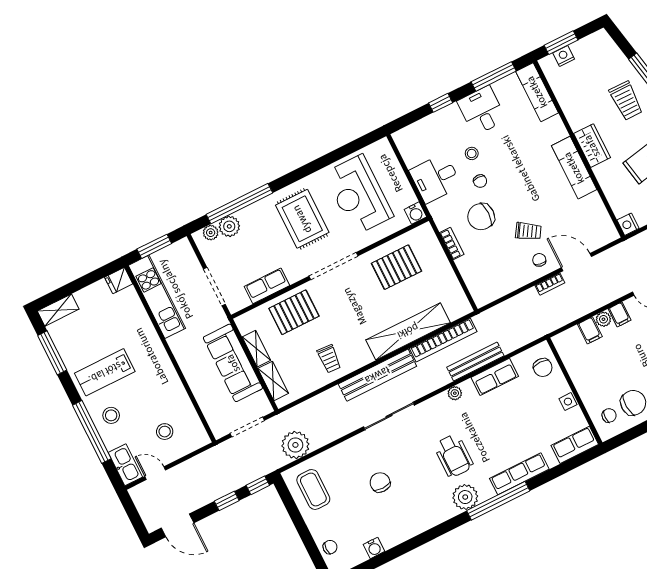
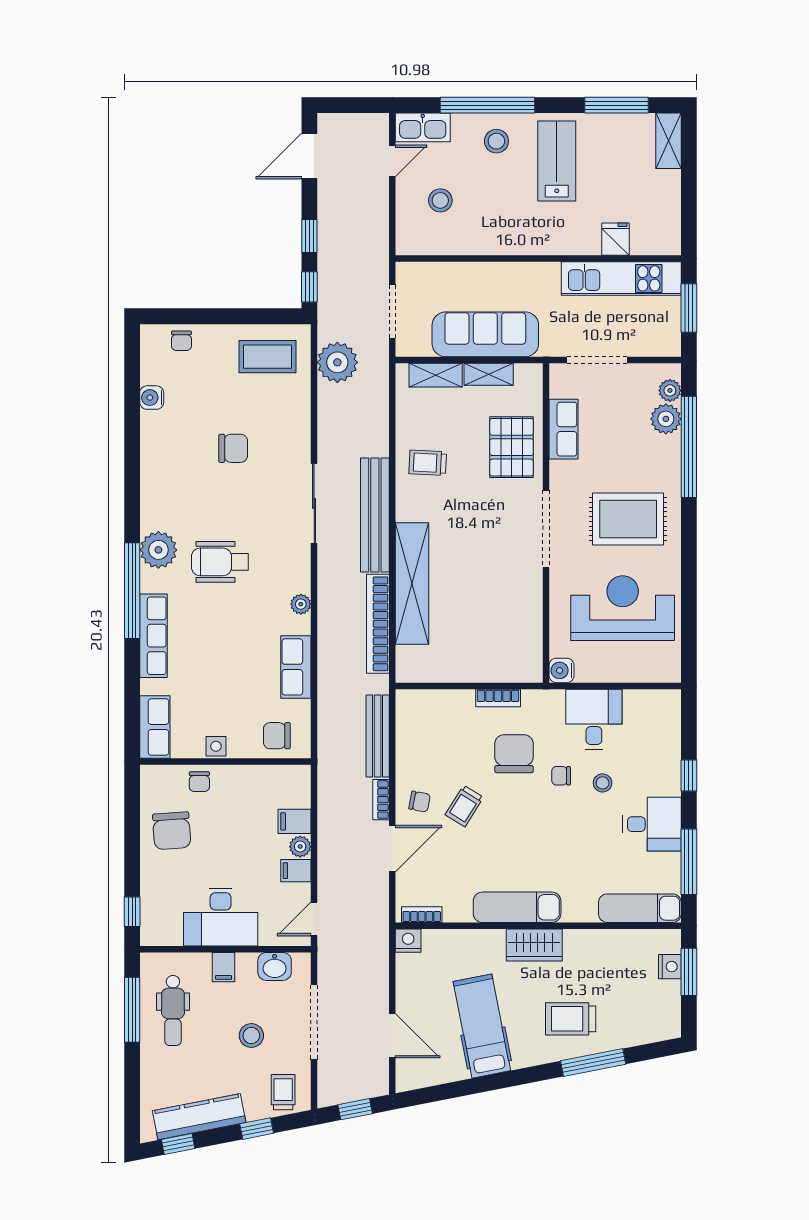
bookcase: (608, 224) -> (422, 915), added
pallet: (397, 267) -> (503, 610), removed
fridge: (119, 281) -> (616, 239), moved
bench: (475, 361) -> (378, 736), moved
chair: (609, 415) -> (199, 782), moved

